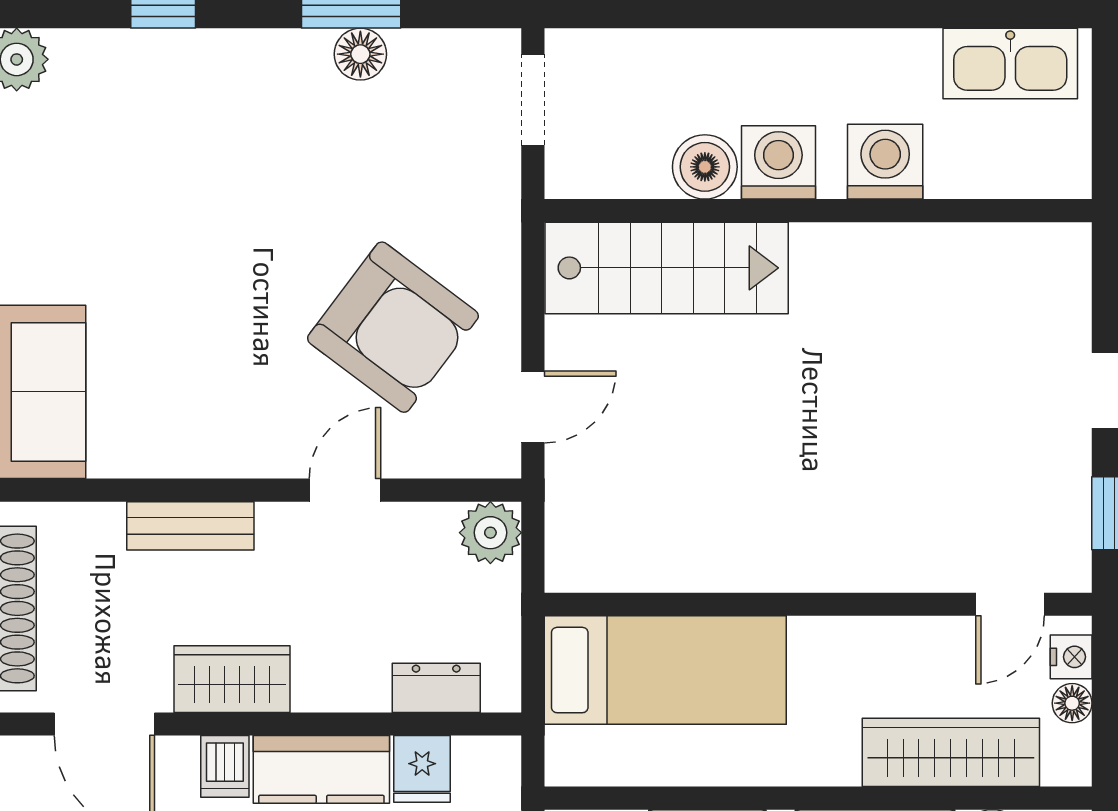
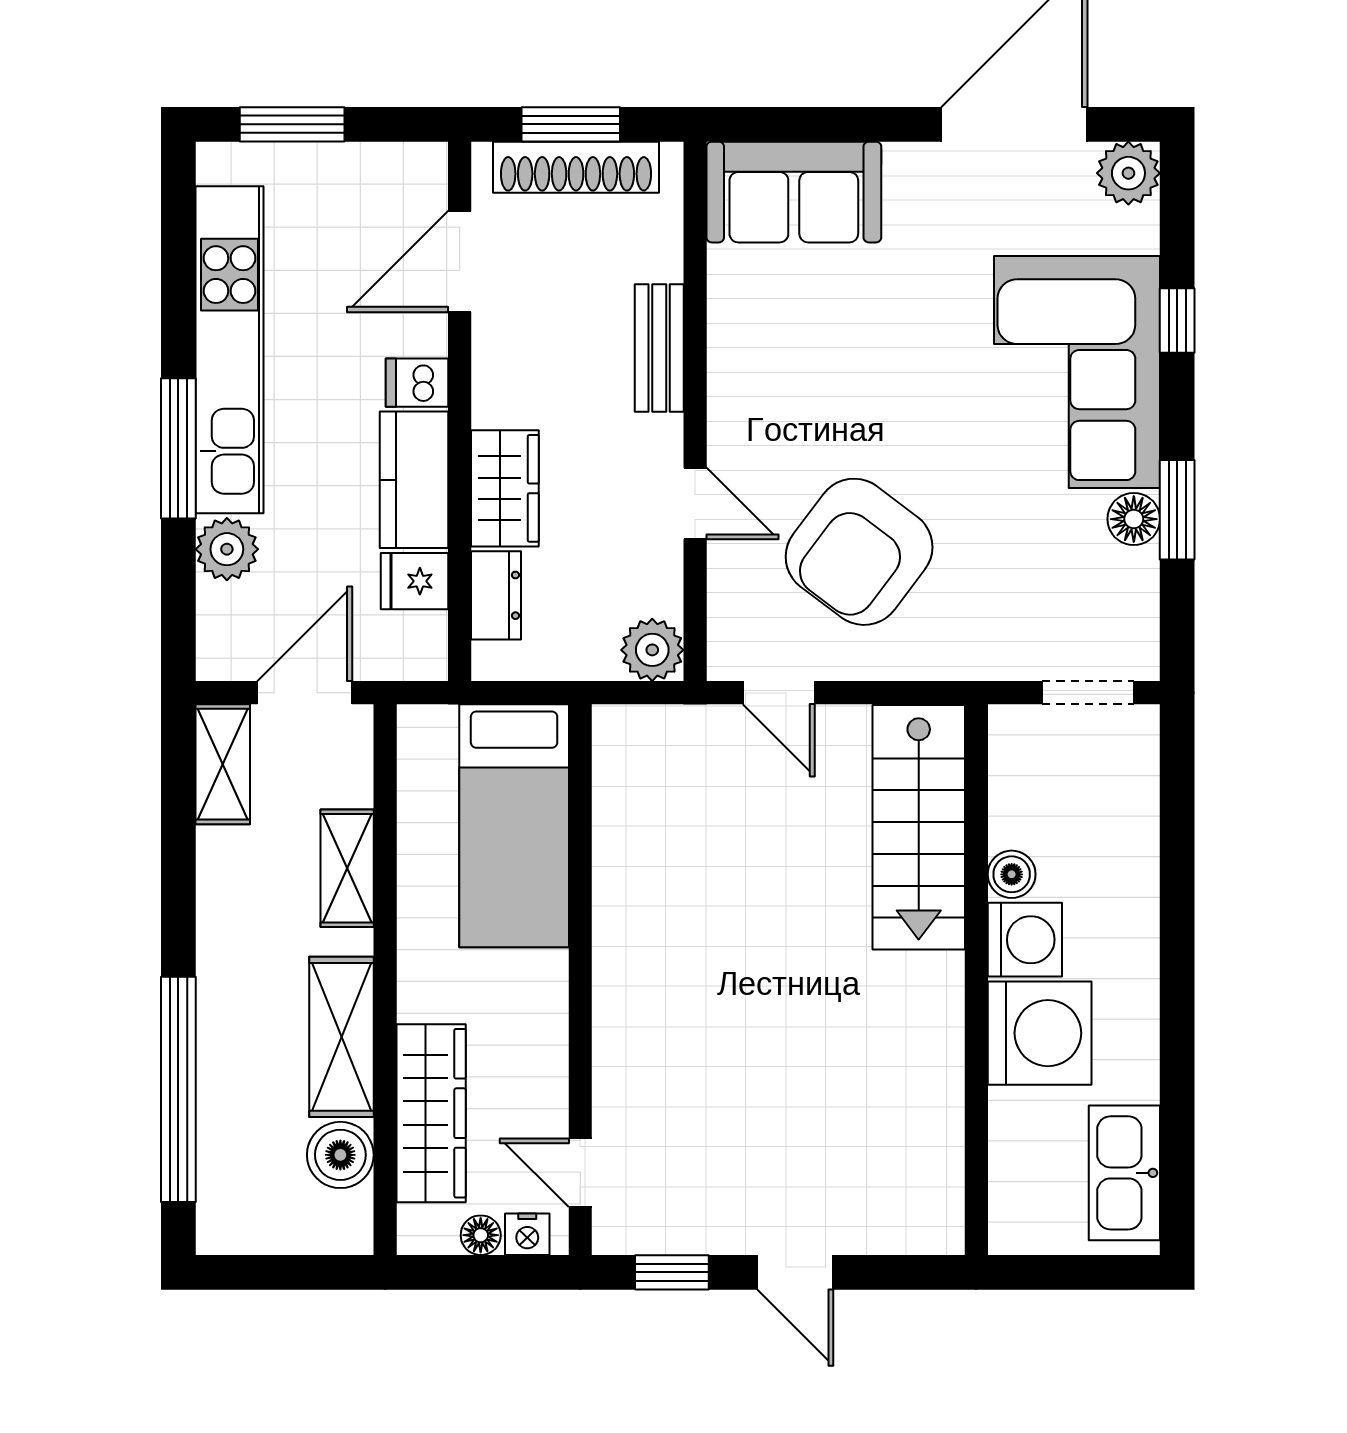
corner sofa: (214, 110) -> (1077, 372), added
washing machine: (885, 162) -> (1040, 1033), width x1.37, depth x1.37
boiler: (705, 167) -> (1012, 874), width x0.73, depth x0.73
wardrobe: (232, 679) -> (505, 488), moved

